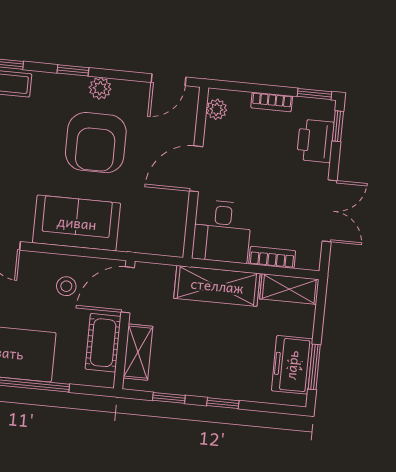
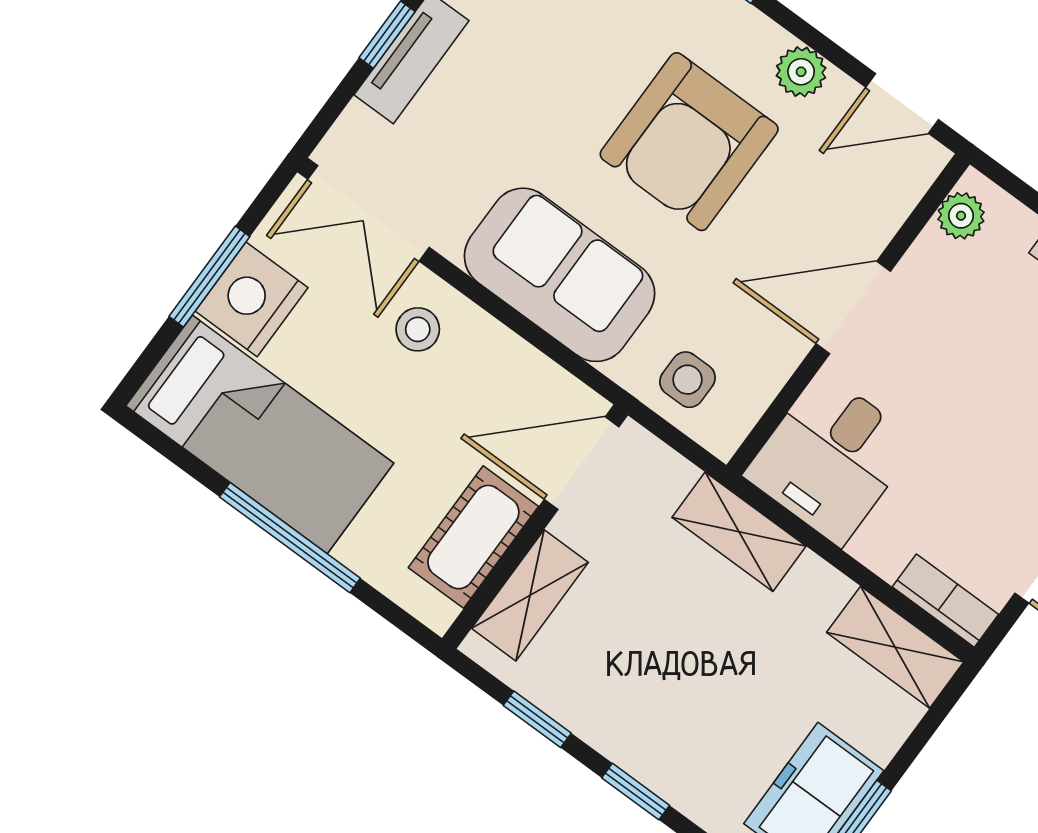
plant: (100, 88) -> (801, 72), moved
side table: (149, 234) -> (687, 380), added
bookcase: (272, 257) -> (945, 601), moved
stool: (66, 286) -> (418, 329), moved
shelving: (217, 286) -> (739, 532), width x0.67, depth x0.75

